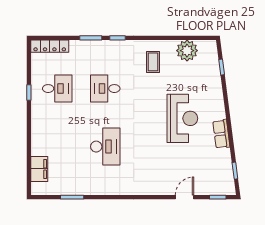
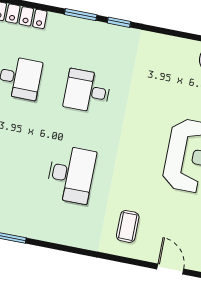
coffee table: (153, 62) -> (128, 226), moved
door: (184, 197) -> (170, 269), hinge flipped

